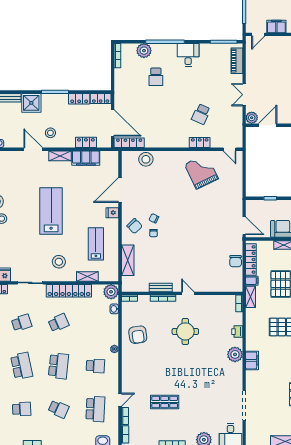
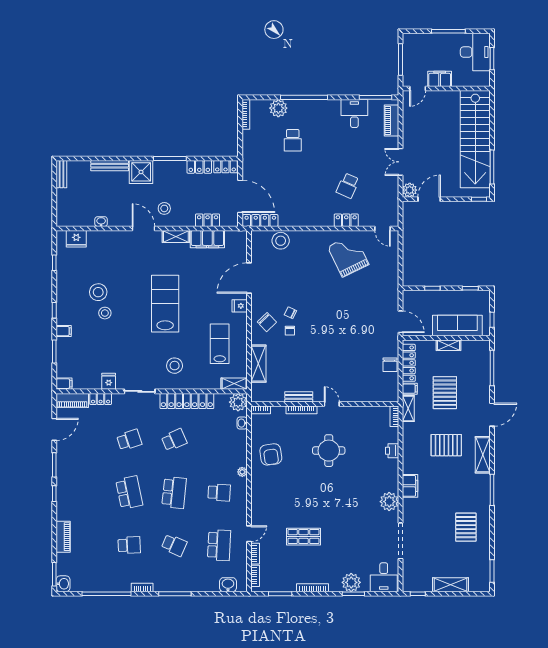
desk: (188, 55) -> (354, 113), moved
shelving: (87, 277) -> (234, 384), moved
plant: (235, 354) -> (389, 502), moved

